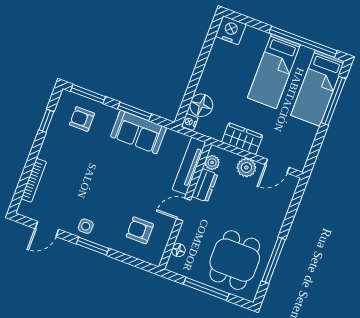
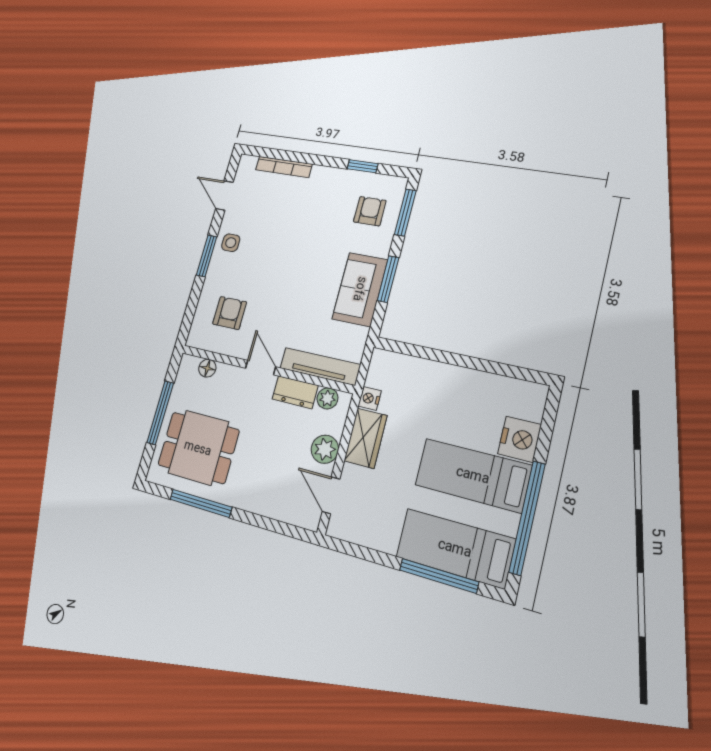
nightstand: (231, 30) -> (520, 439), moved
floor lamp: (201, 105) -> (408, 372), removed
nightstand: (190, 122) -> (370, 398), moved, turned -90

